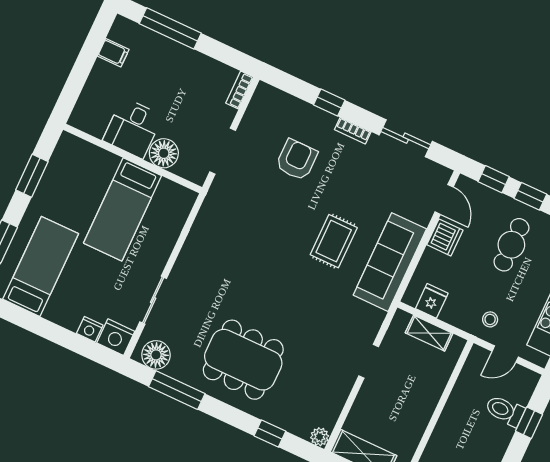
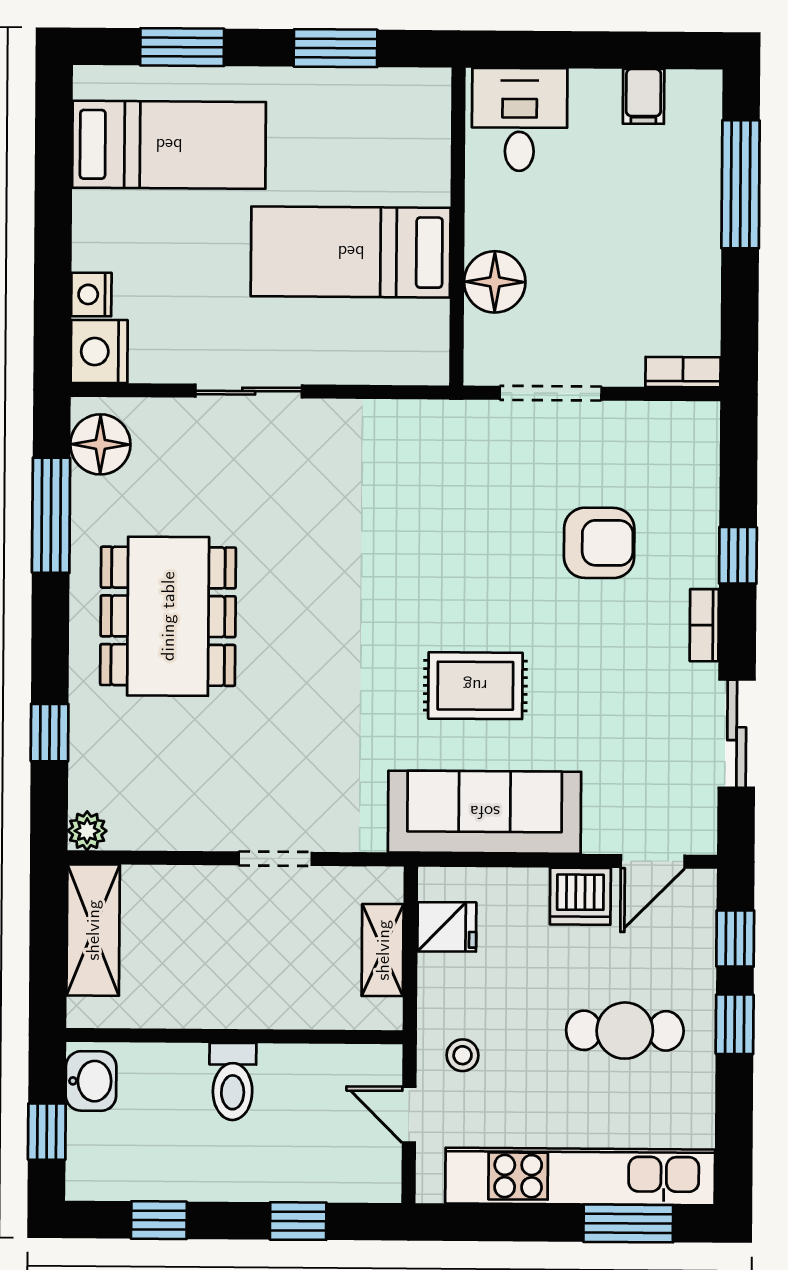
desk: (133, 128) -> (519, 119), moved, turned 90
sliding door: (153, 300) -> (249, 391), moved
toilet: (505, 411) -> (233, 1082), moved, turned 180

